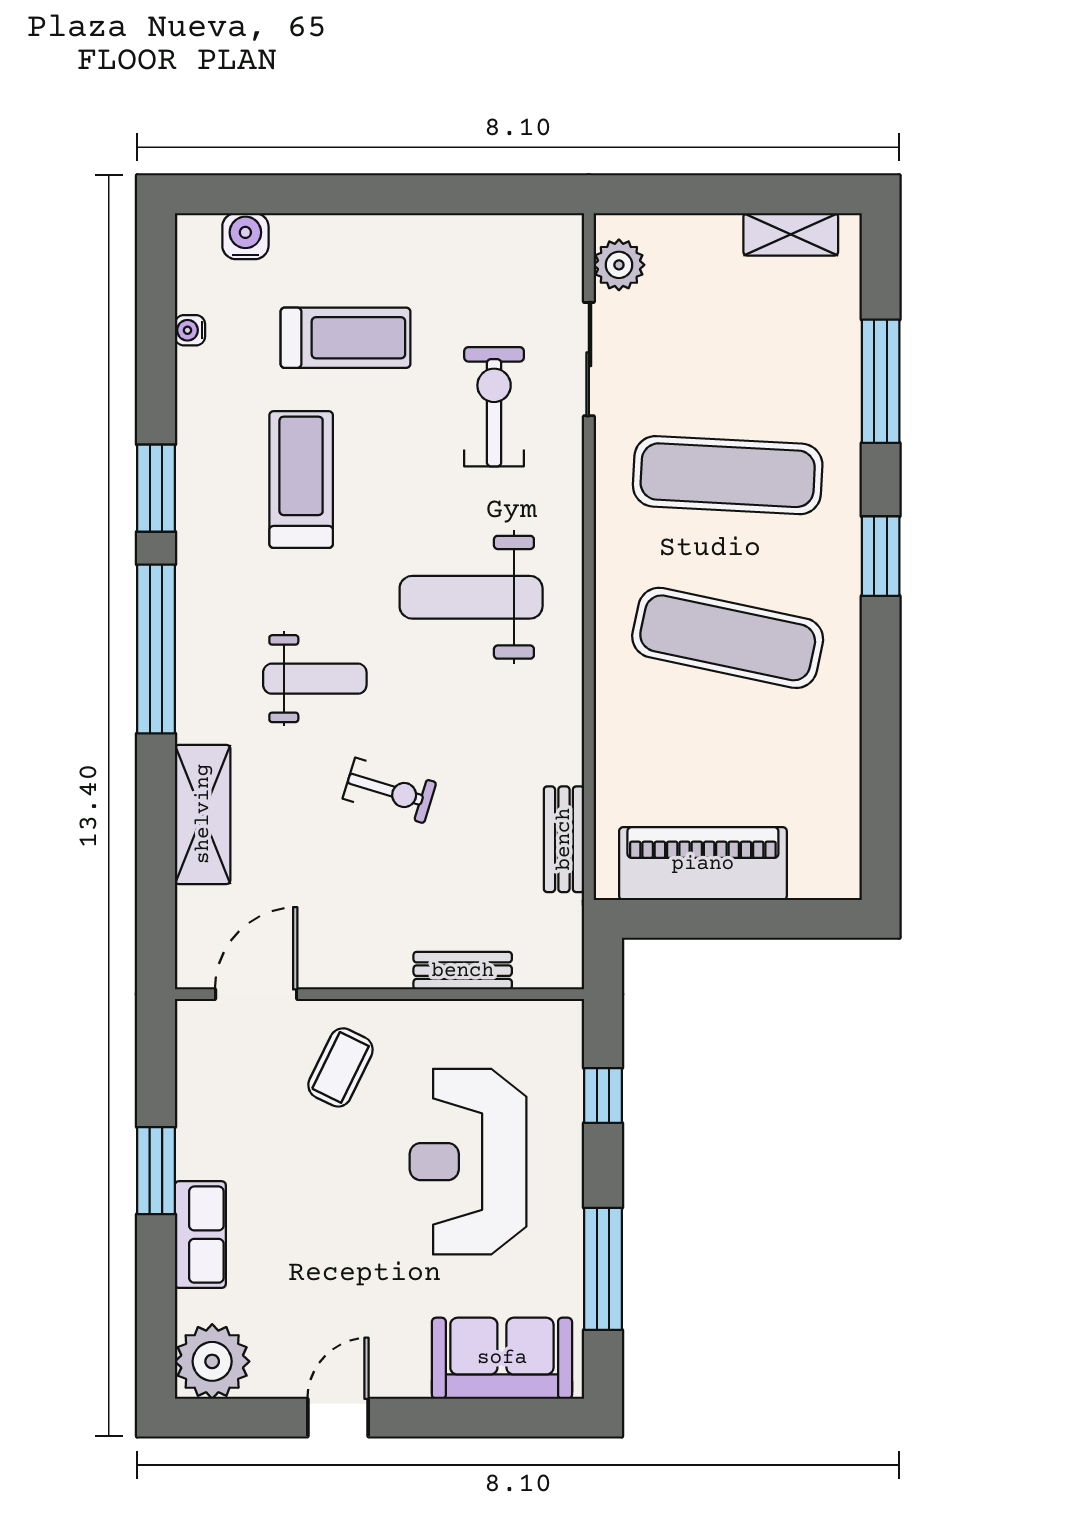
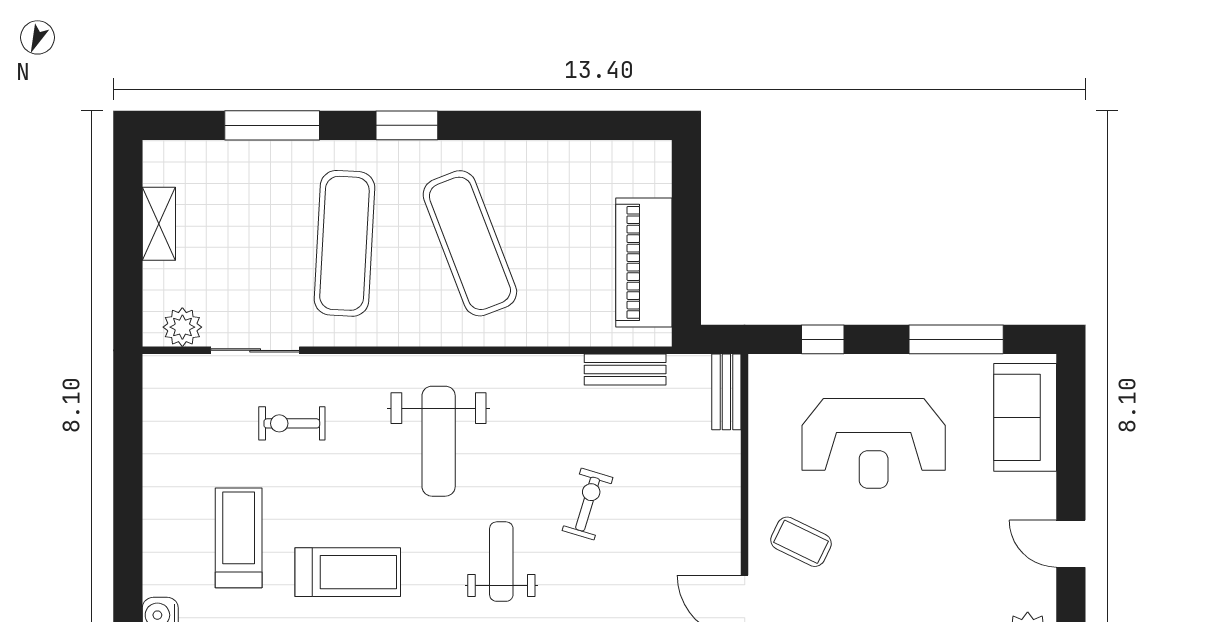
shelving: (791, 234) -> (159, 224), moved
exercise bike: (494, 407) -> (292, 423), width x0.73, depth x0.72
treadmill: (301, 480) -> (348, 572), turned 180
exercise mat: (728, 638) -> (470, 243), turned -33
bench: (463, 971) -> (726, 392), moved

